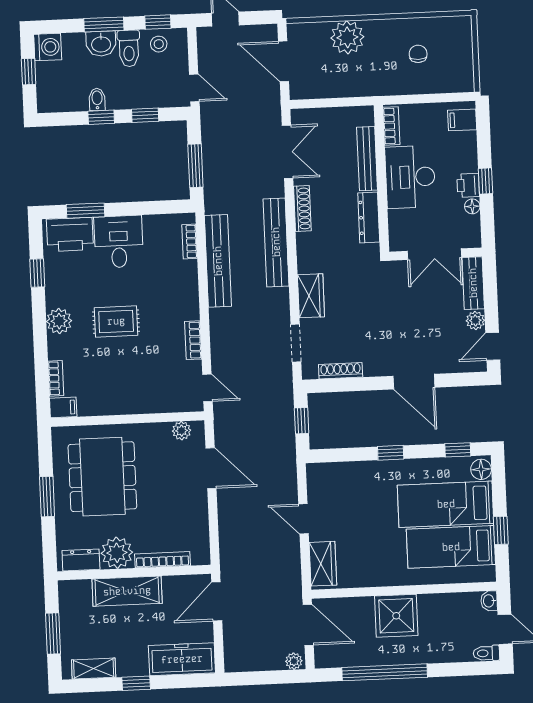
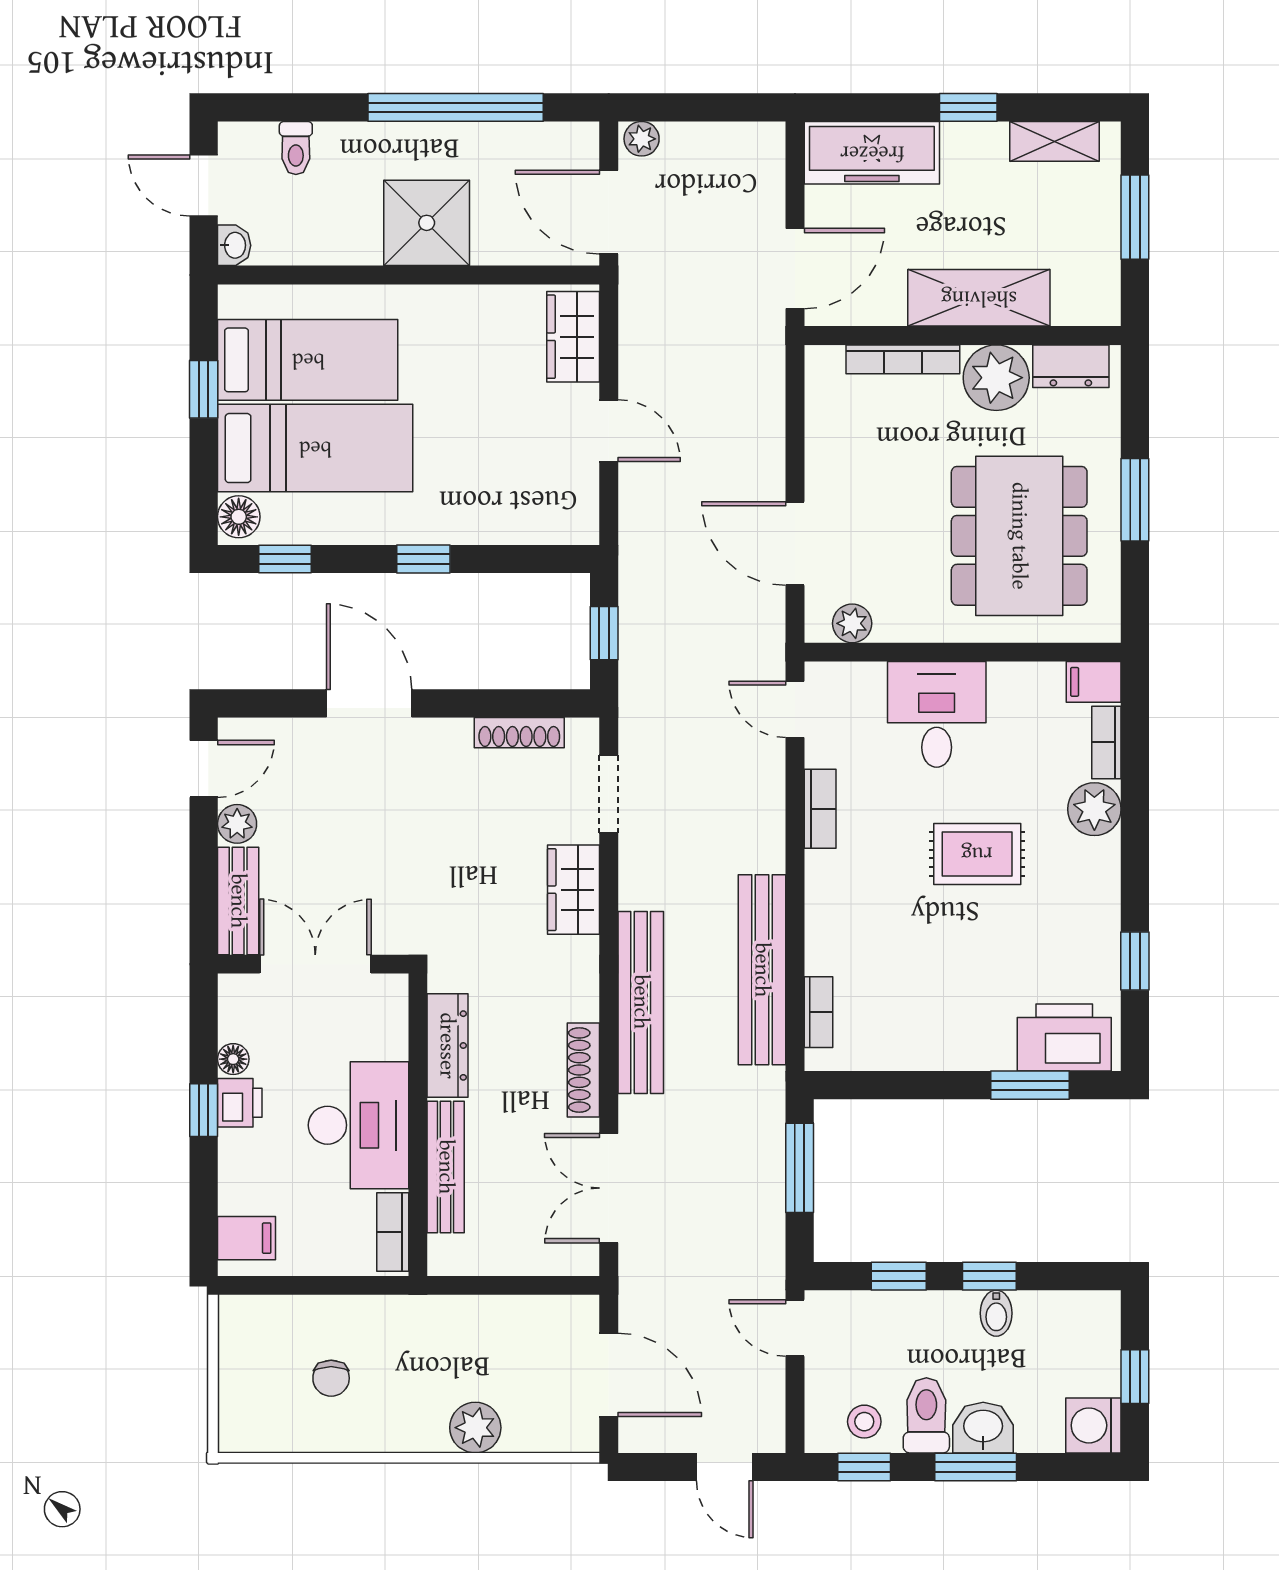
plant: (347, 37) -> (475, 1428), width x0.73, depth x0.73
desk: (119, 242) -> (937, 714), moved, turned 180
plant: (59, 321) -> (1094, 809), moved
toilet: (486, 653) -> (296, 148), moved, turned 90

